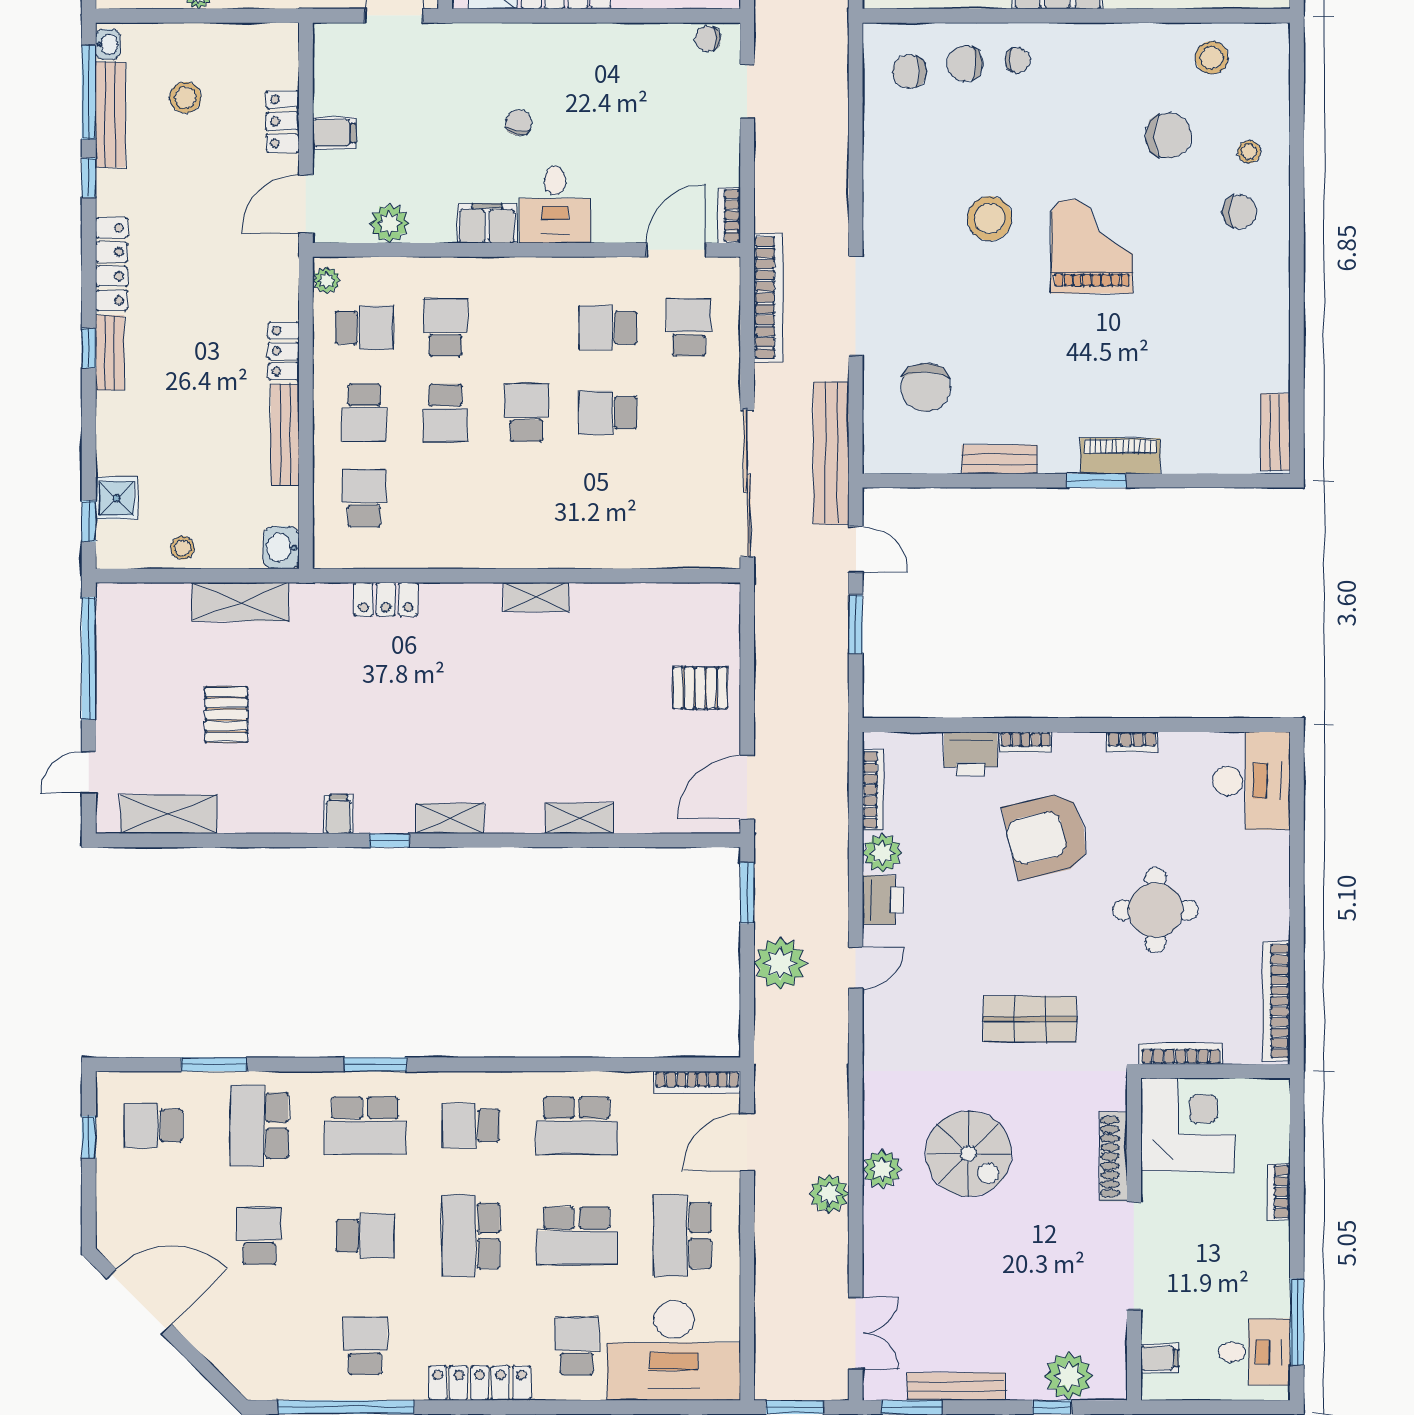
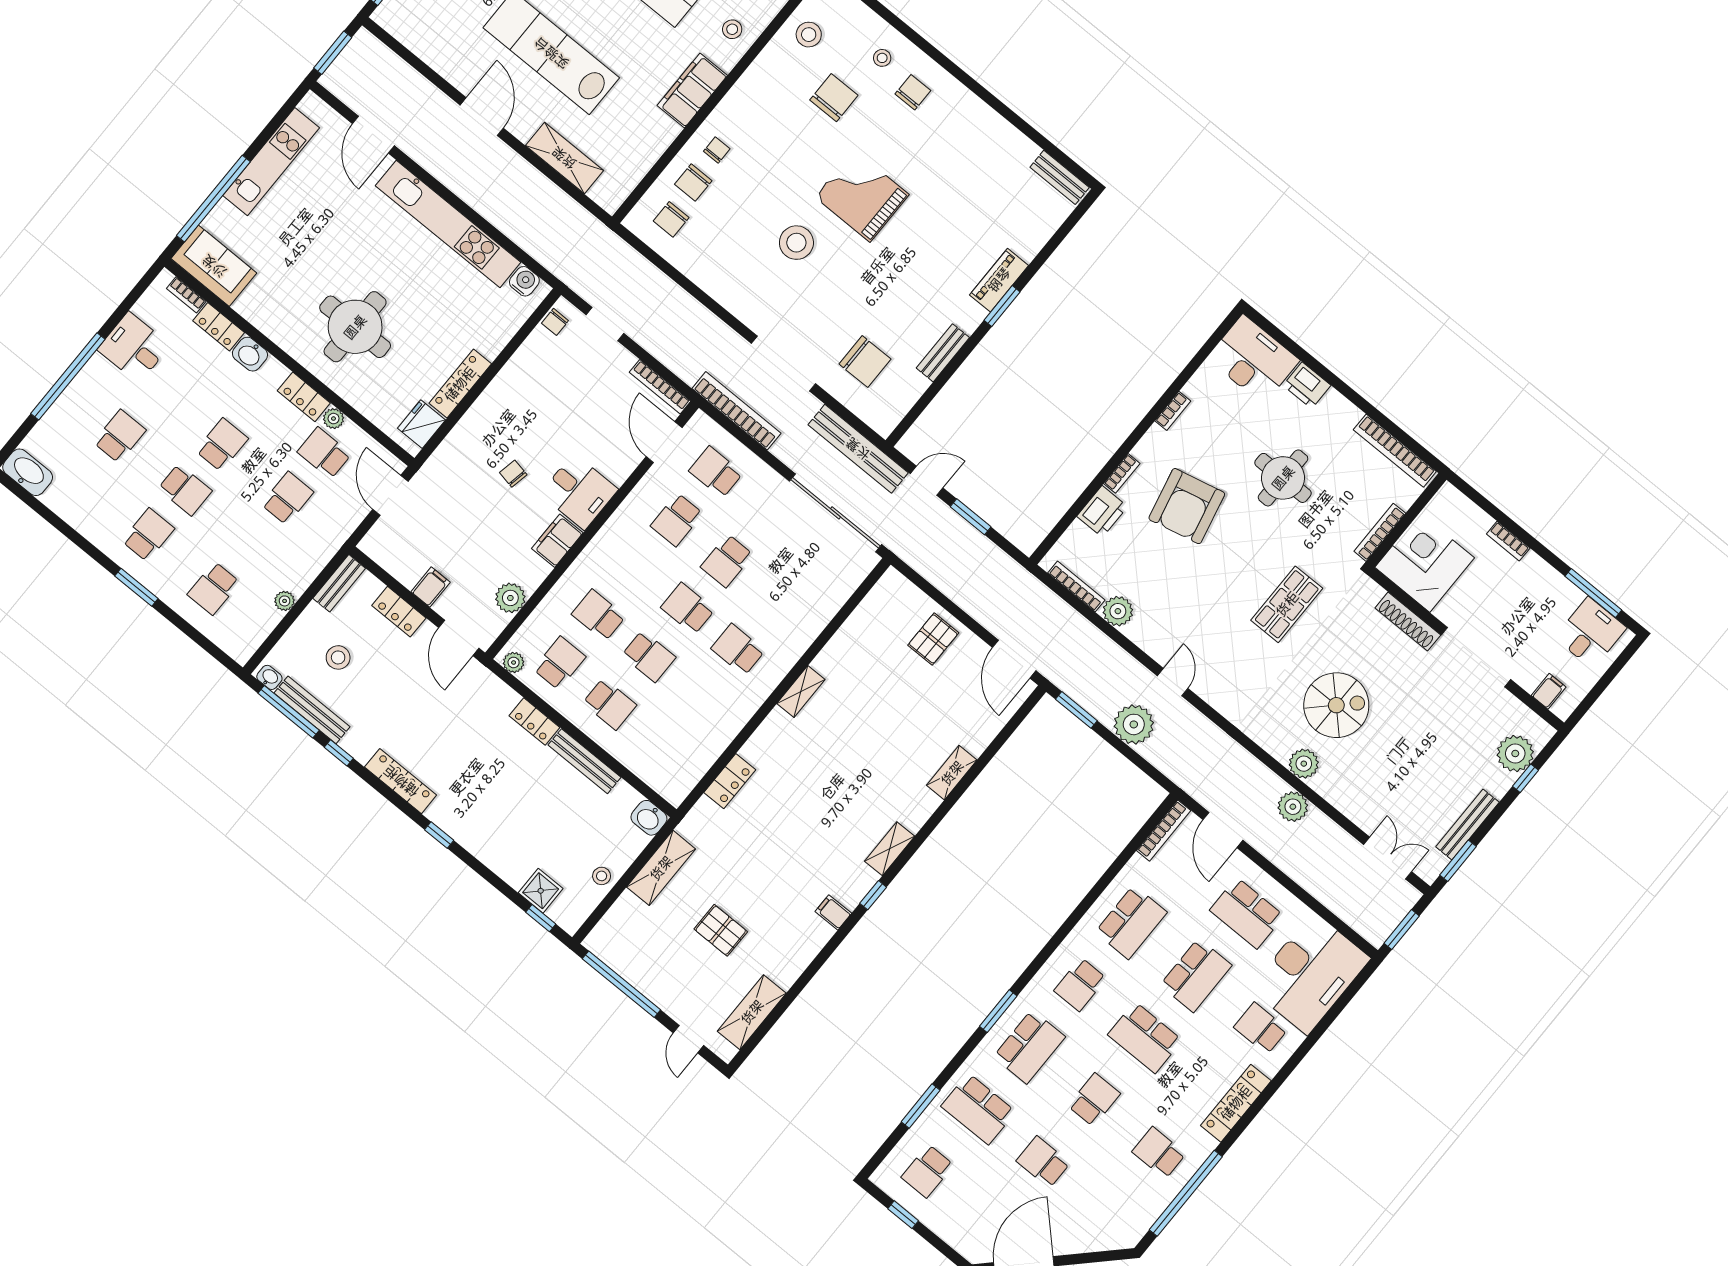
bookcase: (729, 215) -> (660, 387), width x1.56
bench: (110, 353) -> (339, 583), moved, turned 90
school desk: (364, 498) -> (738, 650), moved
printer: (883, 900) -> (1307, 385), moved, turned 180

